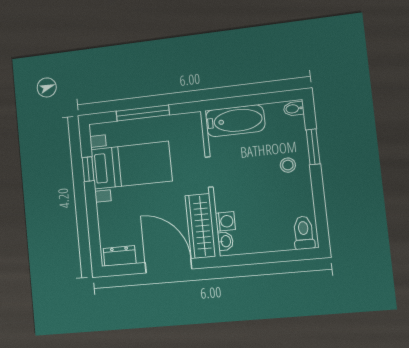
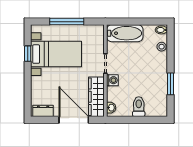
window: (313, 147) -> (171, 84), moved
stool: (288, 165) -> (162, 47), moved
washing machine: (225, 221) -> (112, 80), moved
toilet: (304, 233) -> (139, 107), moved

